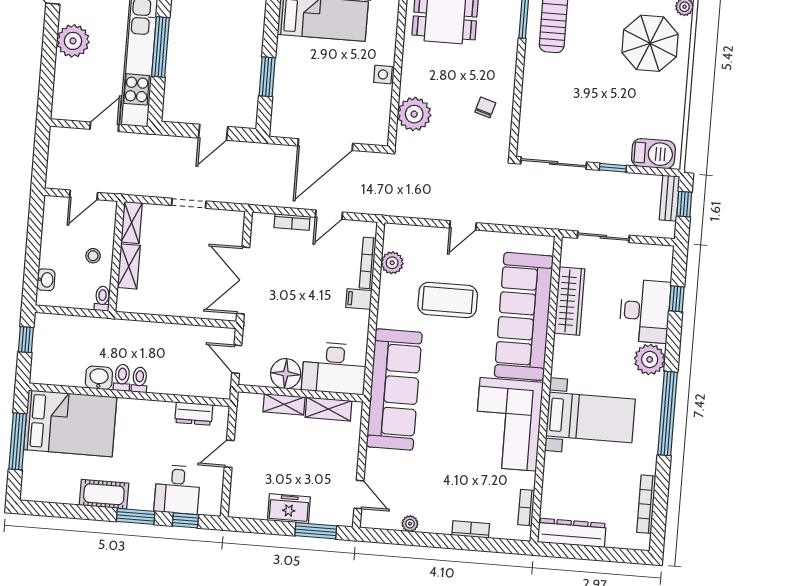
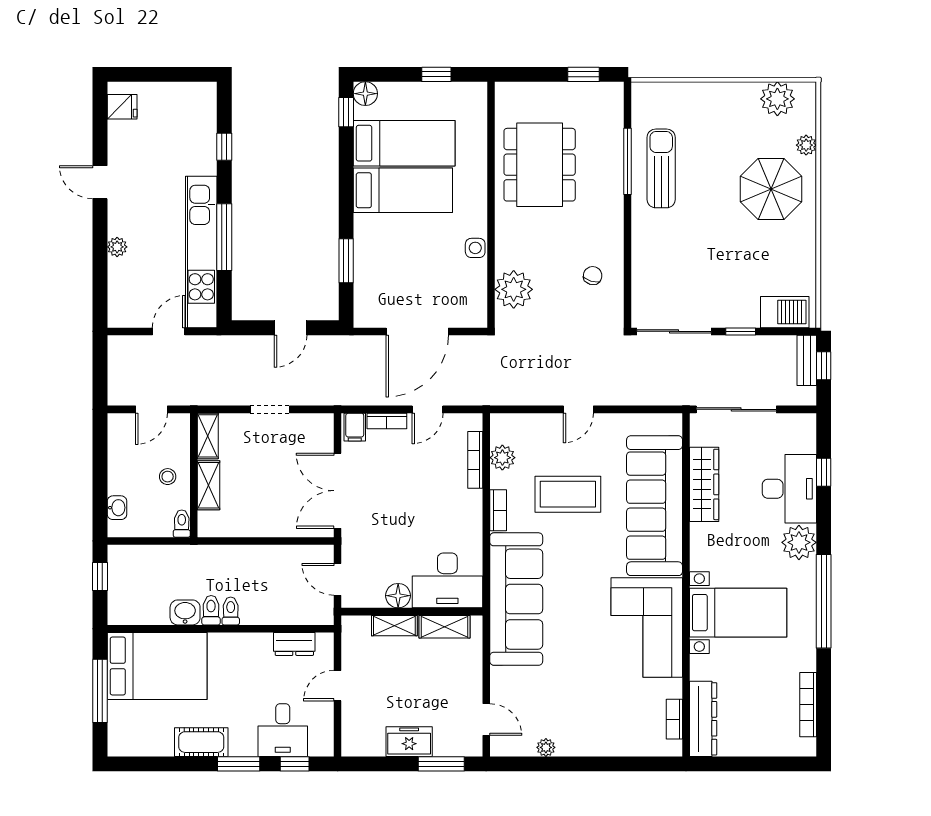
plant: (73, 41) -> (117, 247), width x0.53, depth x0.53
sliding door: (603, 237) -> (736, 409), width x1.37
filing cabinet: (359, 299) -> (355, 427), moved, turned -90
floor lamp: (286, 374) -> (398, 596), width x0.73, depth x0.73
bookcase: (471, 529) -> (498, 510), moved, turned 90
dresser: (572, 533) -> (703, 719), moved, turned 90

